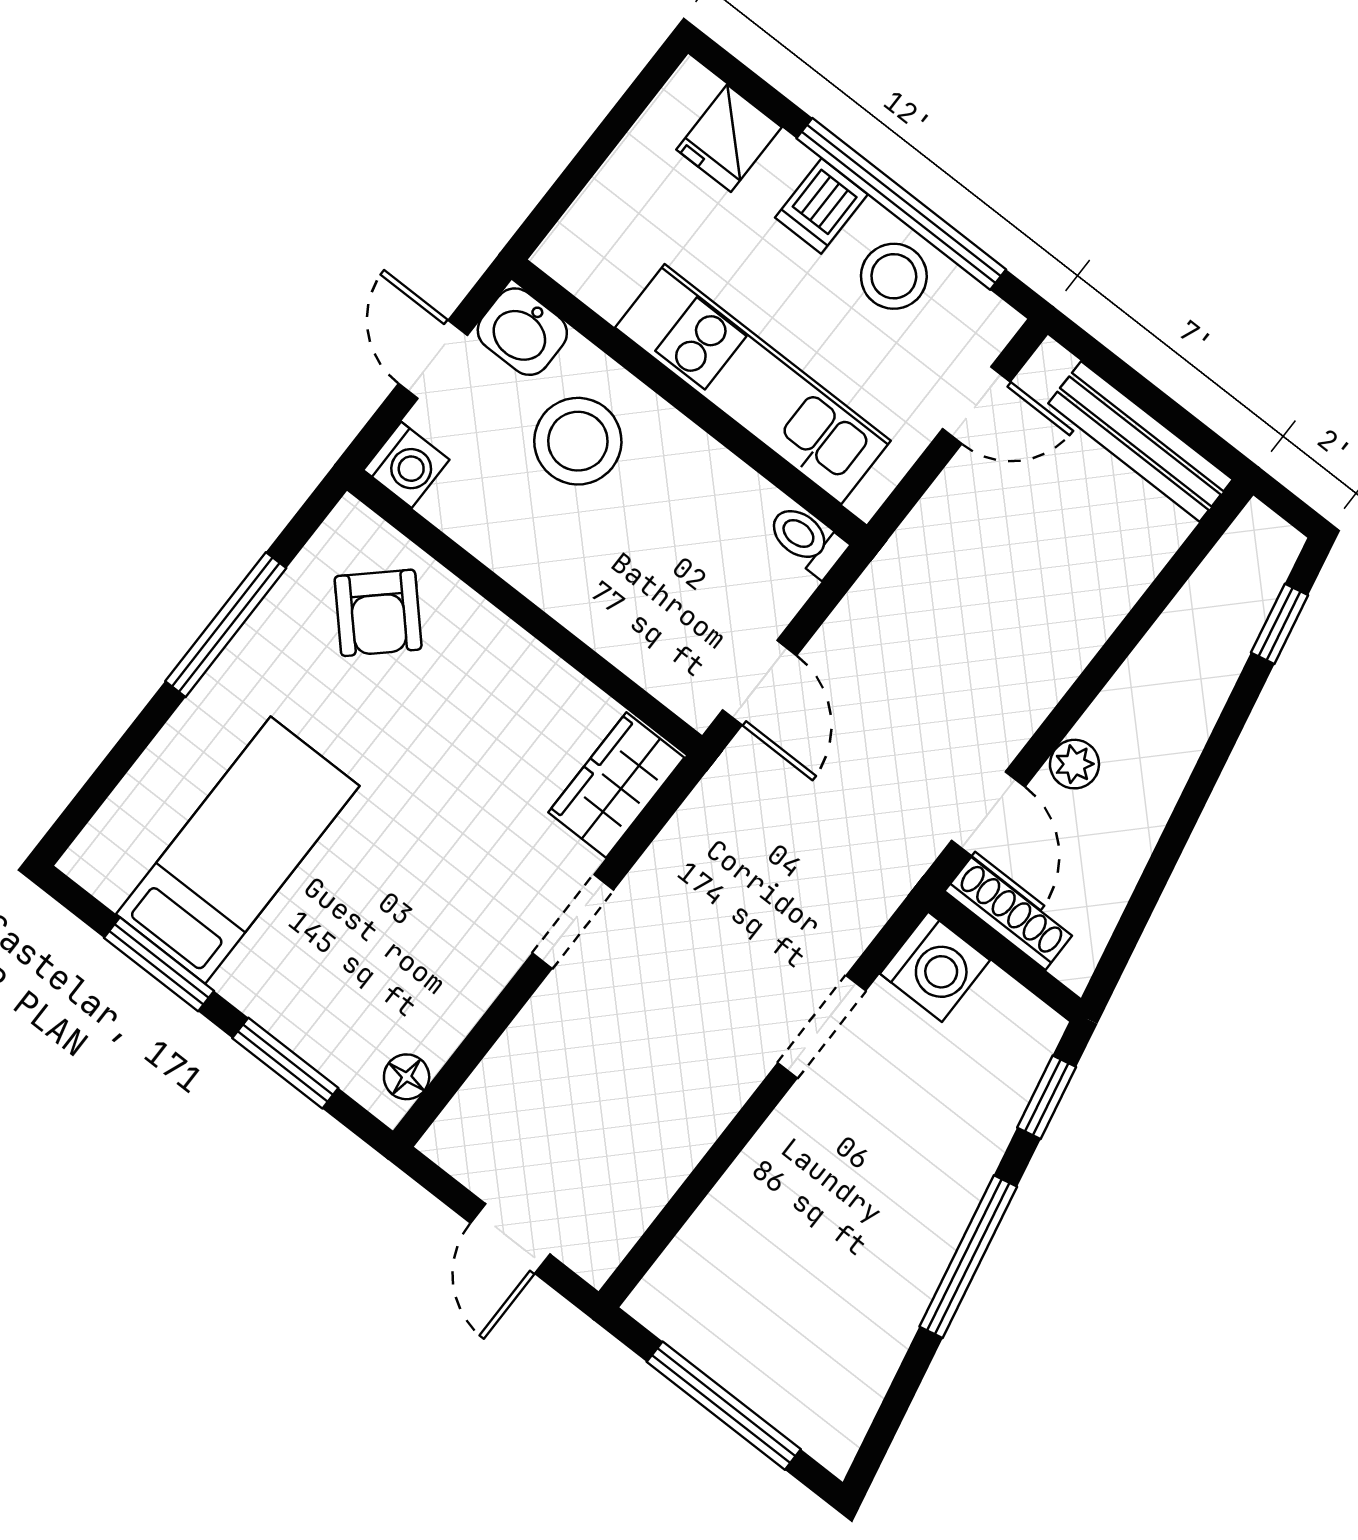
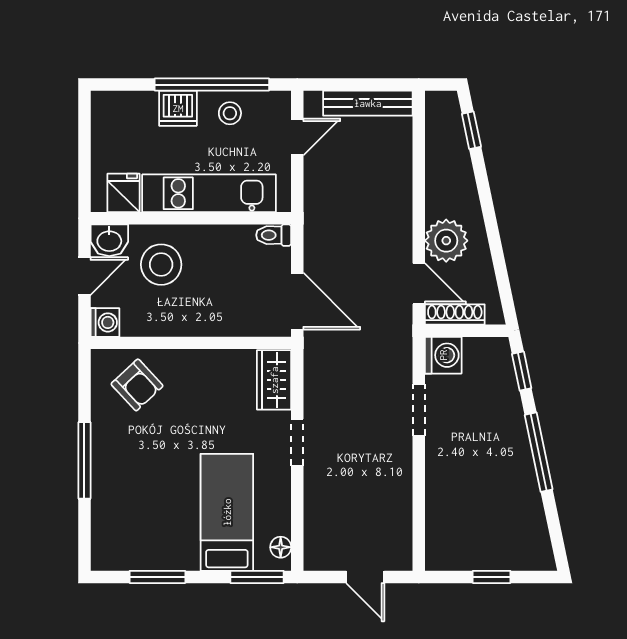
fridge: (729, 138) -> (124, 193), moved, turned 180
dishwasher: (821, 206) -> (178, 108), width x1.38
stool: (894, 276) -> (230, 113), width x0.73, depth x0.73
door: (433, 359) -> (84, 276), swing flipped
window: (226, 625) -> (84, 460), moved
door: (760, 683) -> (297, 301), width x1.38
plant: (1074, 764) -> (446, 241), width x1.88, depth x1.88
bed: (238, 850) -> (227, 512), moved
window: (285, 1063) -> (257, 577), moved
window: (724, 1406) -> (492, 577), width x0.46

